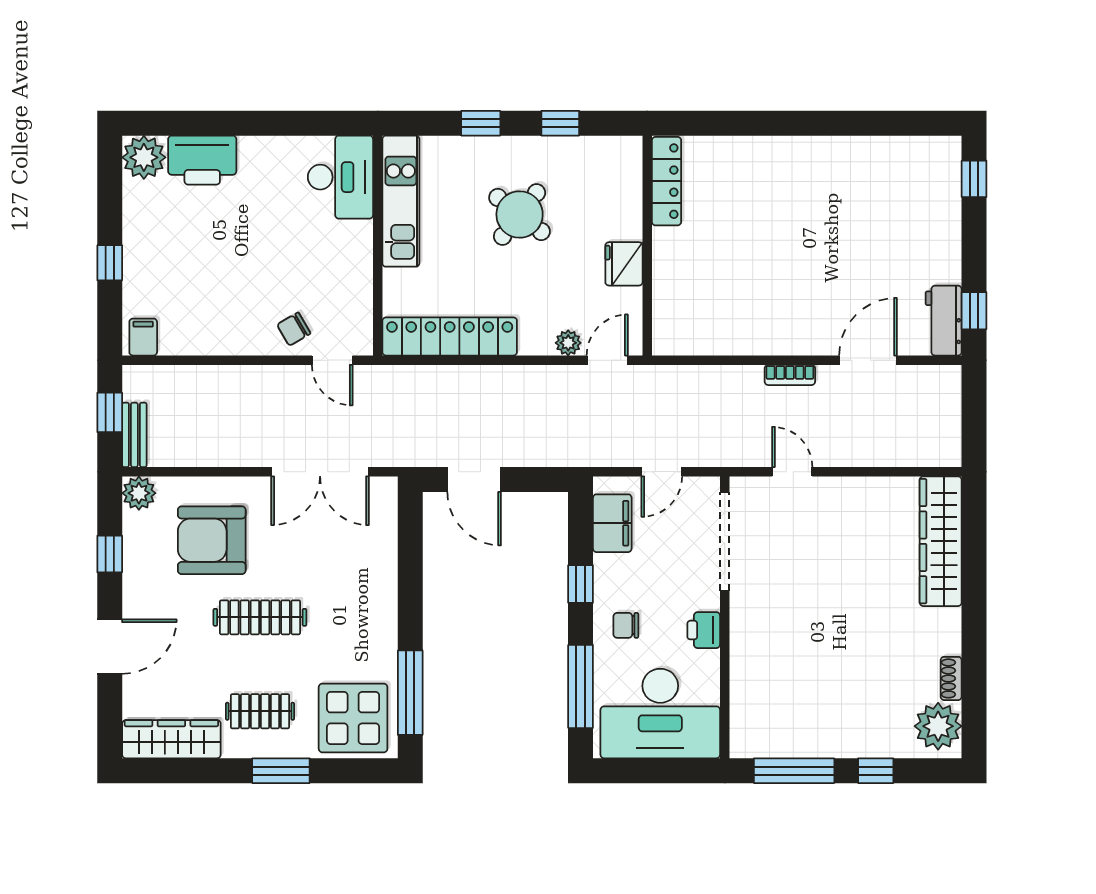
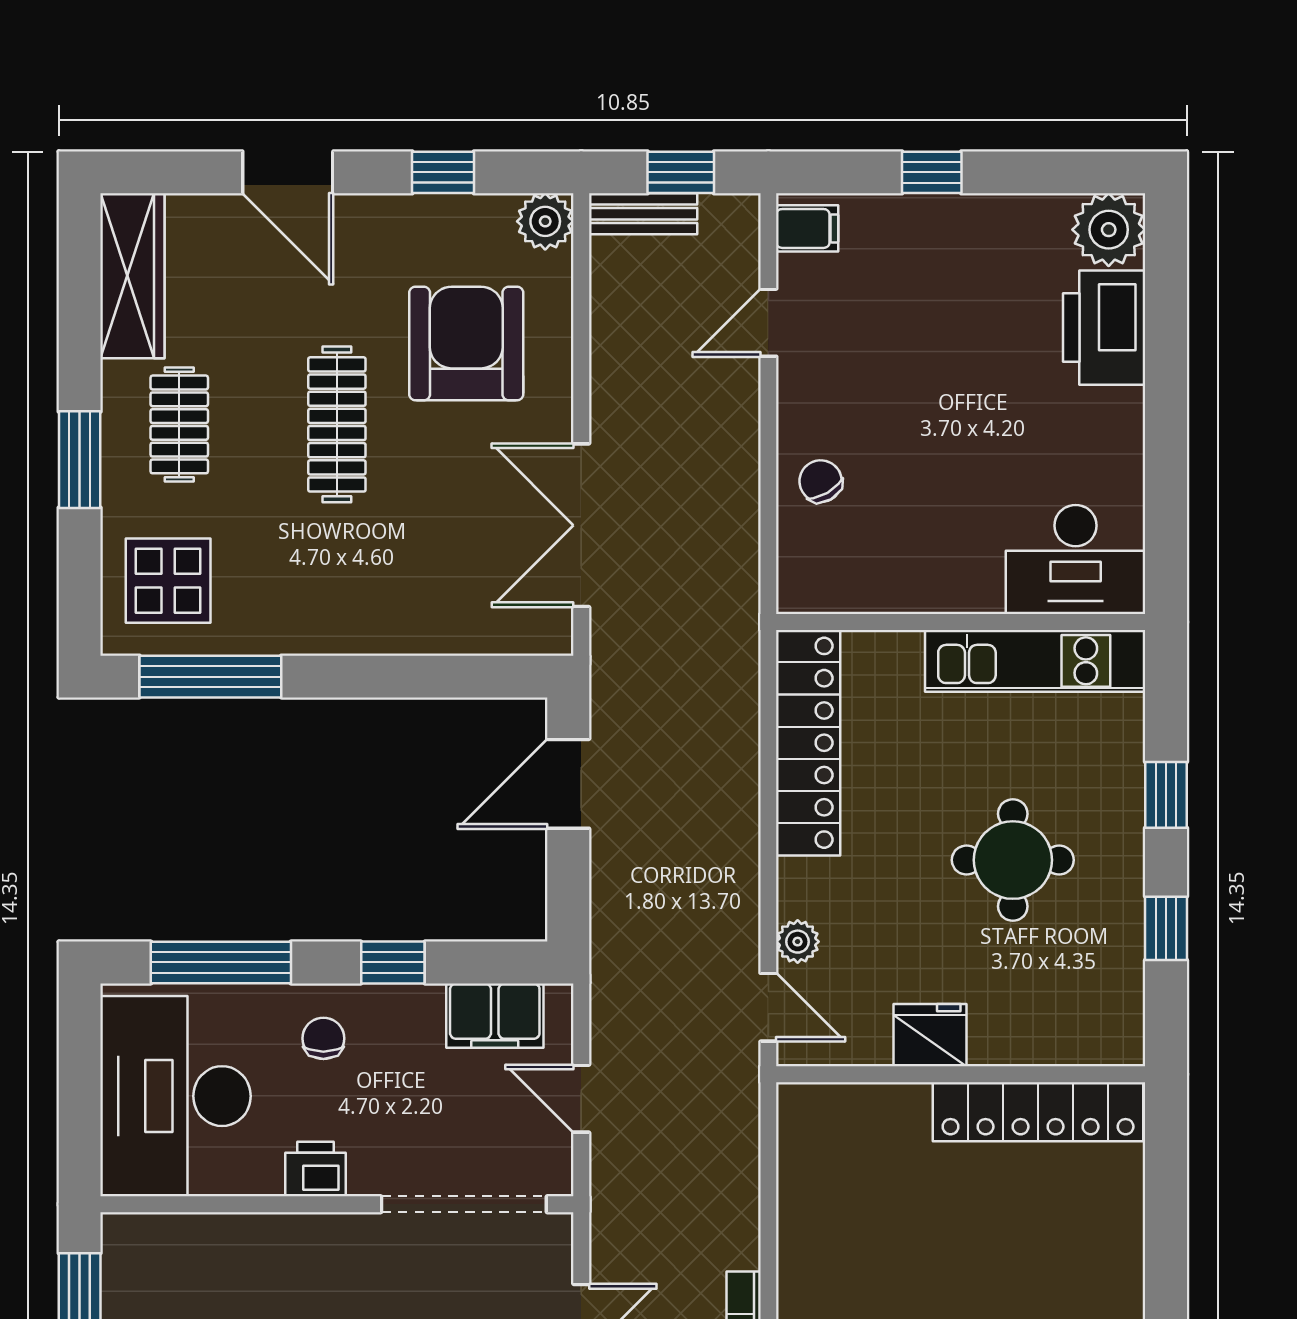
locker: (667, 181) -> (1038, 1112), width x1.41, depth x1.21
round table: (520, 214) -> (1013, 860), turned -38
door: (332, 360) -> (768, 323), moved
display table: (353, 718) -> (168, 581), width x0.73, depth x0.73

